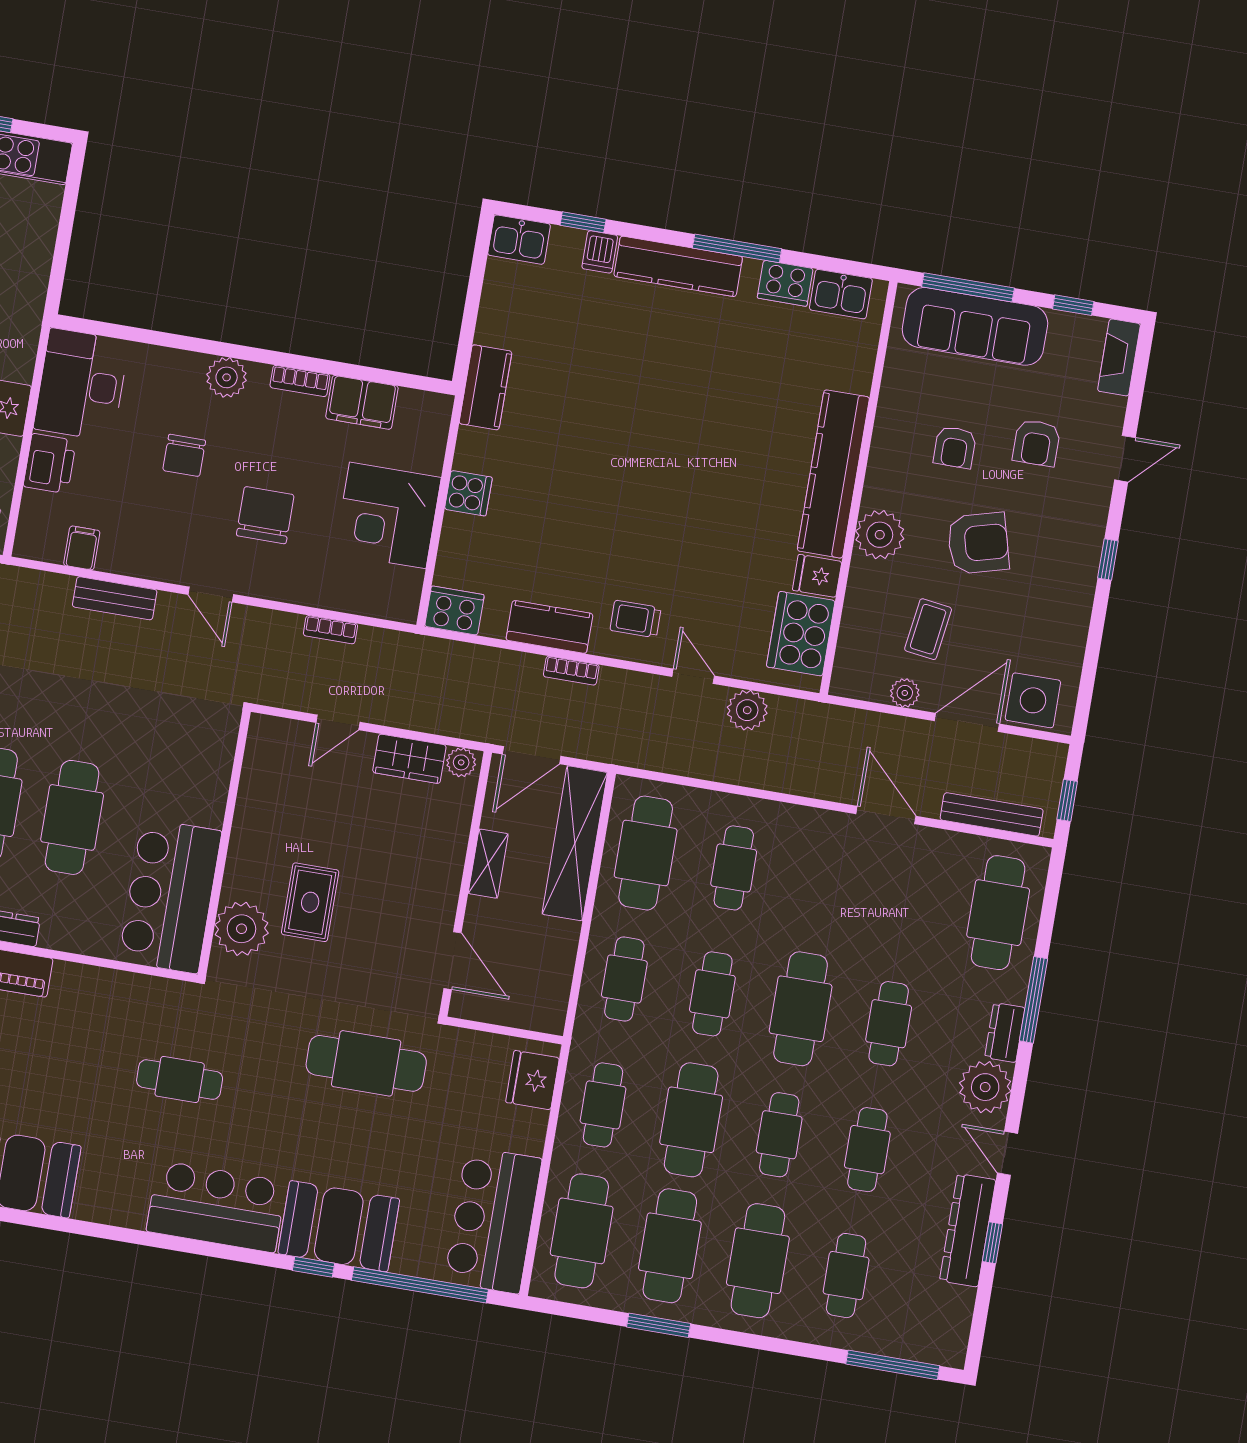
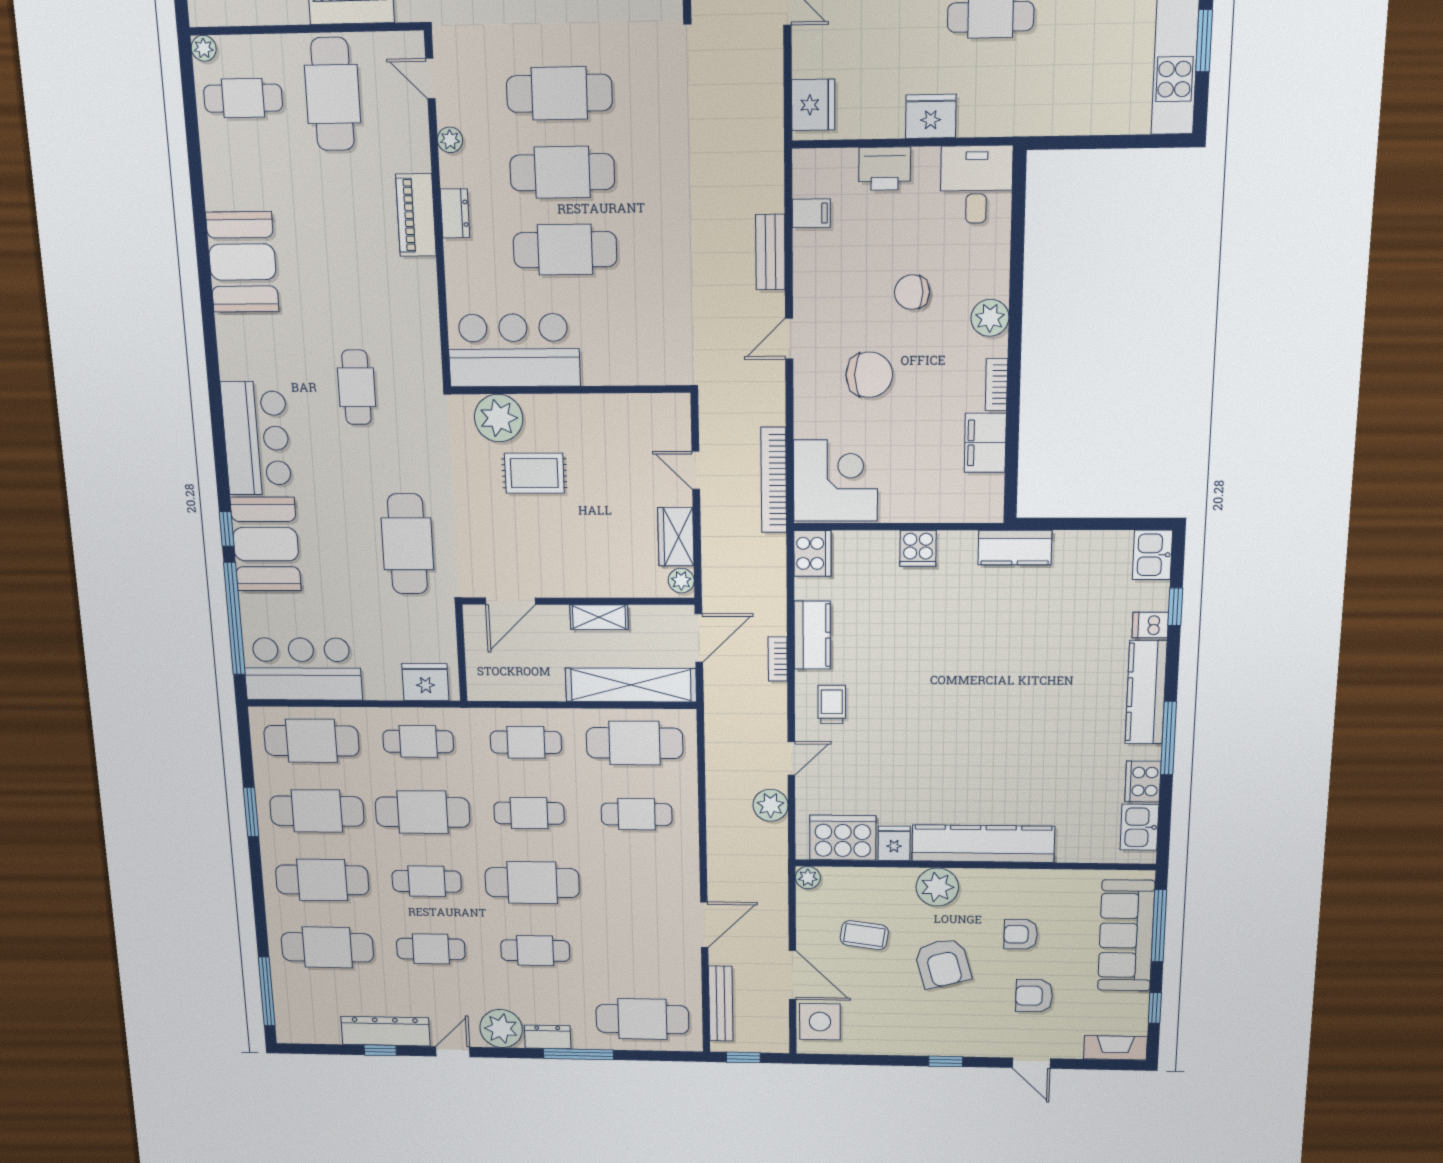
desk: (81, 385) -> (976, 184), width x0.73
corner desk: (388, 515) -> (835, 481), moved, turned 90
bookcase: (330, 630) -> (774, 480), width x2.31, depth x1.31
plant: (905, 693) -> (808, 878), moved
door: (532, 755) -> (699, 638), swing flipped
cafe table: (846, 1276) -> (327, 947), width x1.37, depth x1.35

